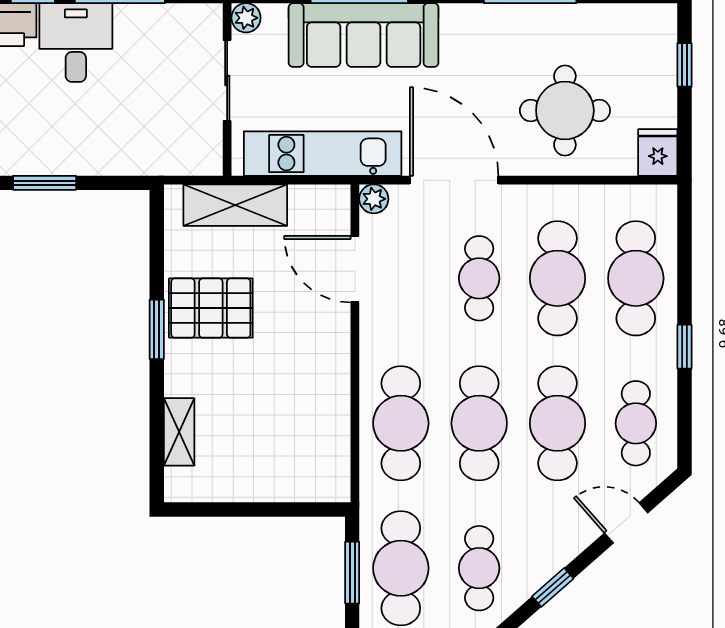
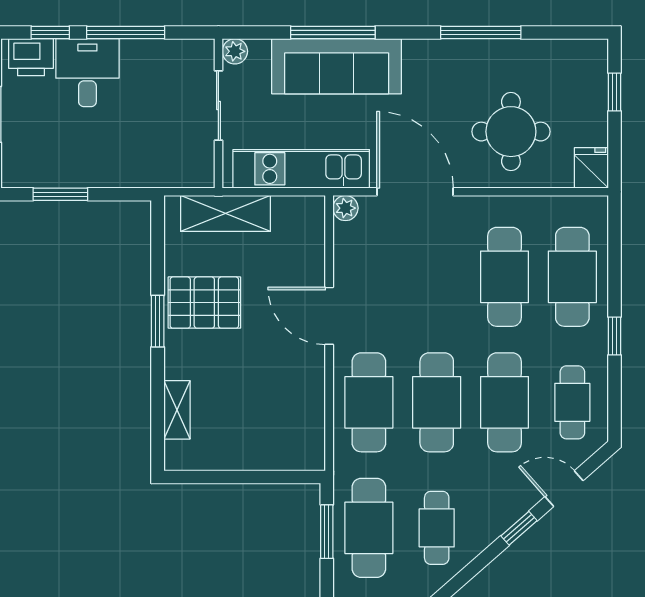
door: (355, 269) -> (329, 316), moved
cafe table: (479, 278) -> (437, 277), removed
window: (553, 587) -> (519, 528), moved

